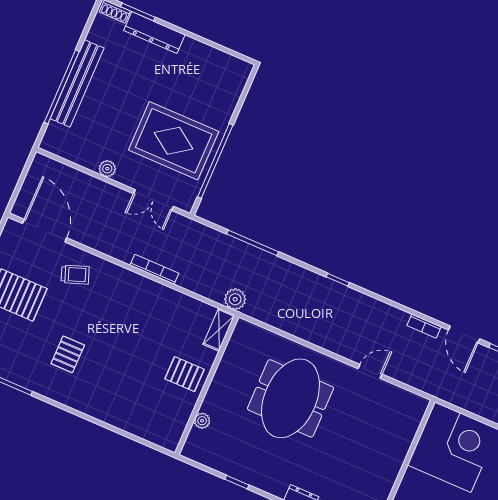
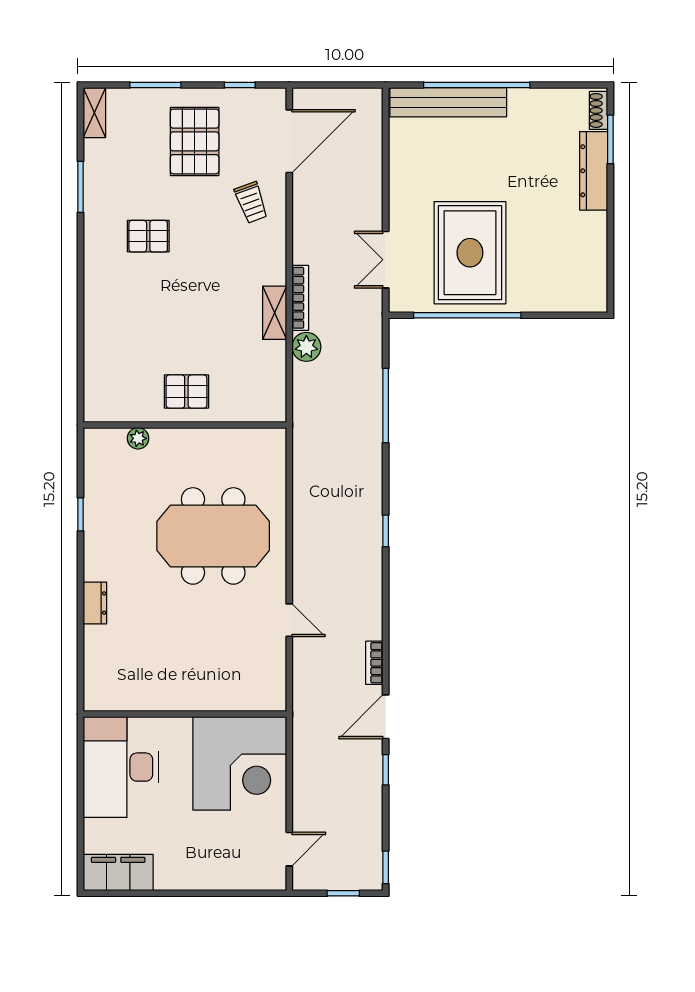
bench: (77, 83) -> (448, 102), moved
plant: (107, 169) -> (400, 186), removed
plant: (235, 299) -> (306, 347), moved
shelving: (219, 330) -> (275, 313), moved, turned 90
pallet: (185, 374) -> (186, 392), turned 90

